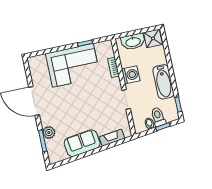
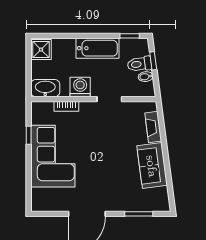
washbasin: (133, 42) -> (45, 88), moved, turned -90
plant: (49, 133) -> (130, 204), removed

